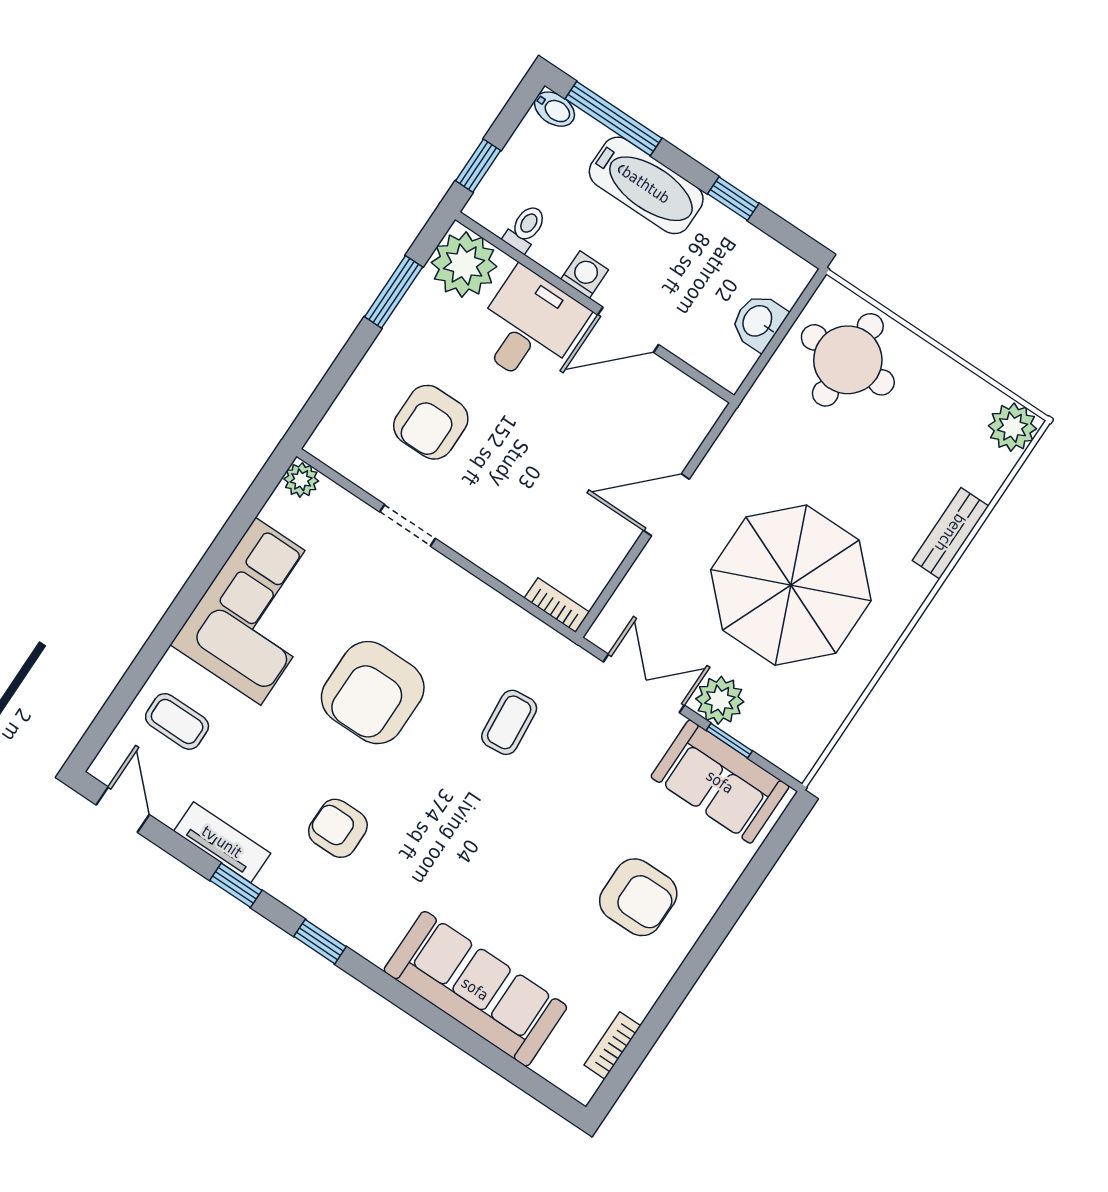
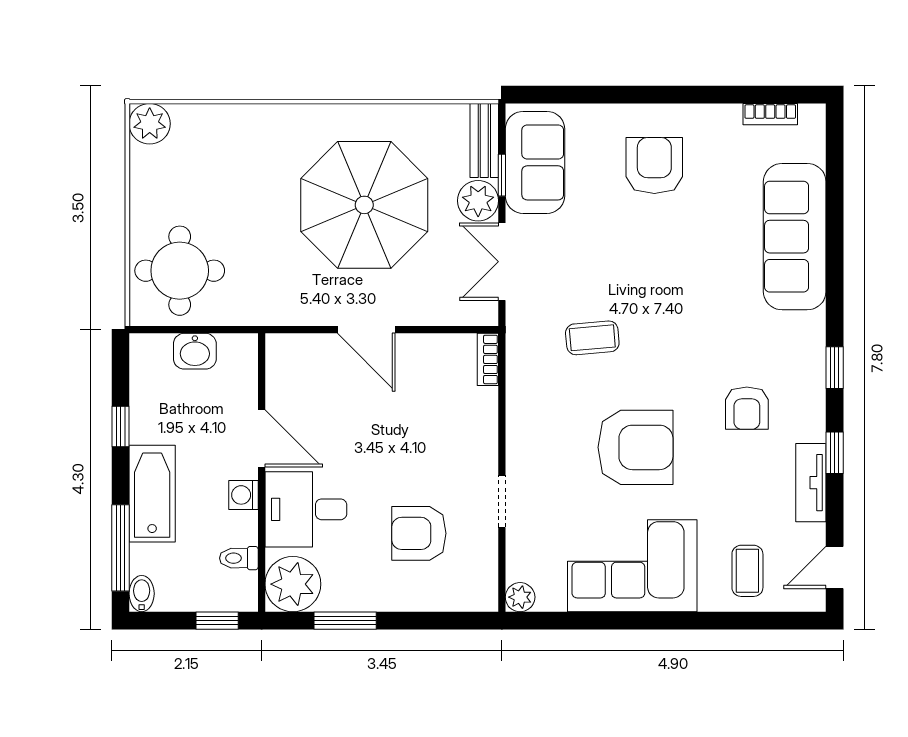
armchair: (431, 422) -> (419, 533), turned 180
bench: (950, 533) -> (484, 140), moved, turned 90

